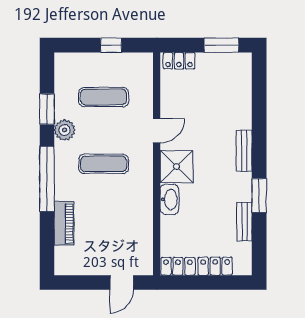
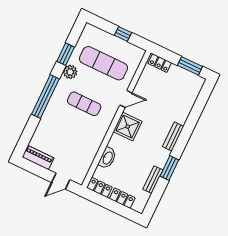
exercise mat: (104, 97) -> (103, 63), width x1.36, depth x1.45
washbasin: (169, 199) -> (107, 158), moved
piano: (64, 223) -> (38, 158), moved, turned -90

